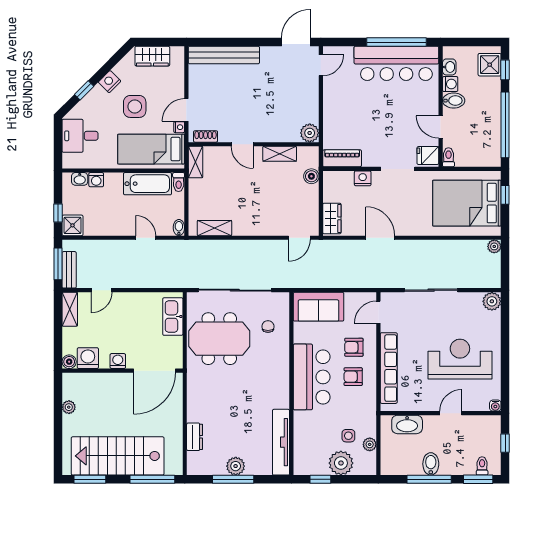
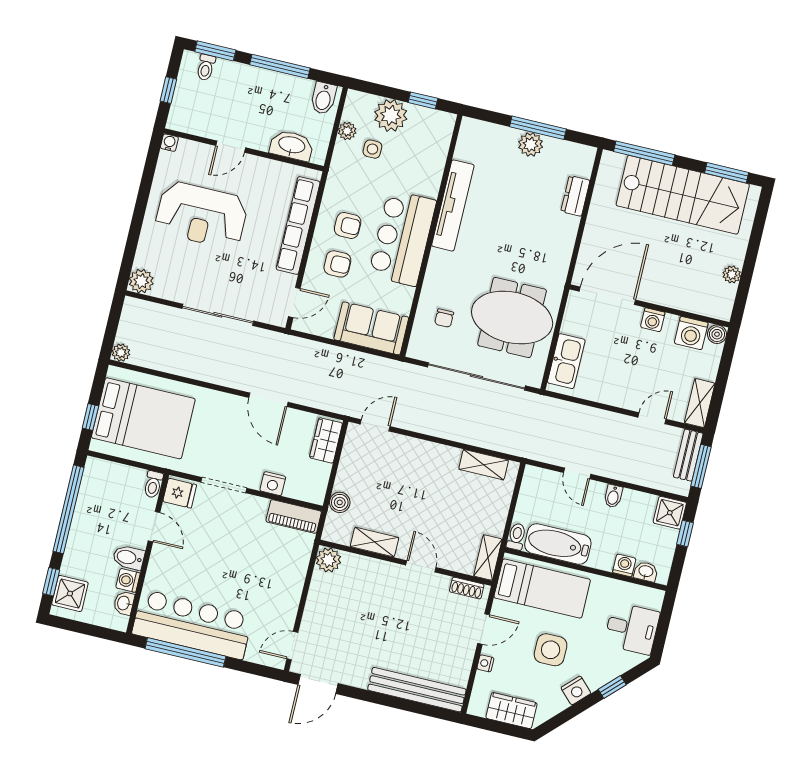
nightstand: (179, 127) -> (485, 663), moved
bidet: (179, 228) -> (613, 496), moved
tv unit: (281, 442) -> (453, 205), moved
bidet: (431, 464) -> (323, 98), moved

